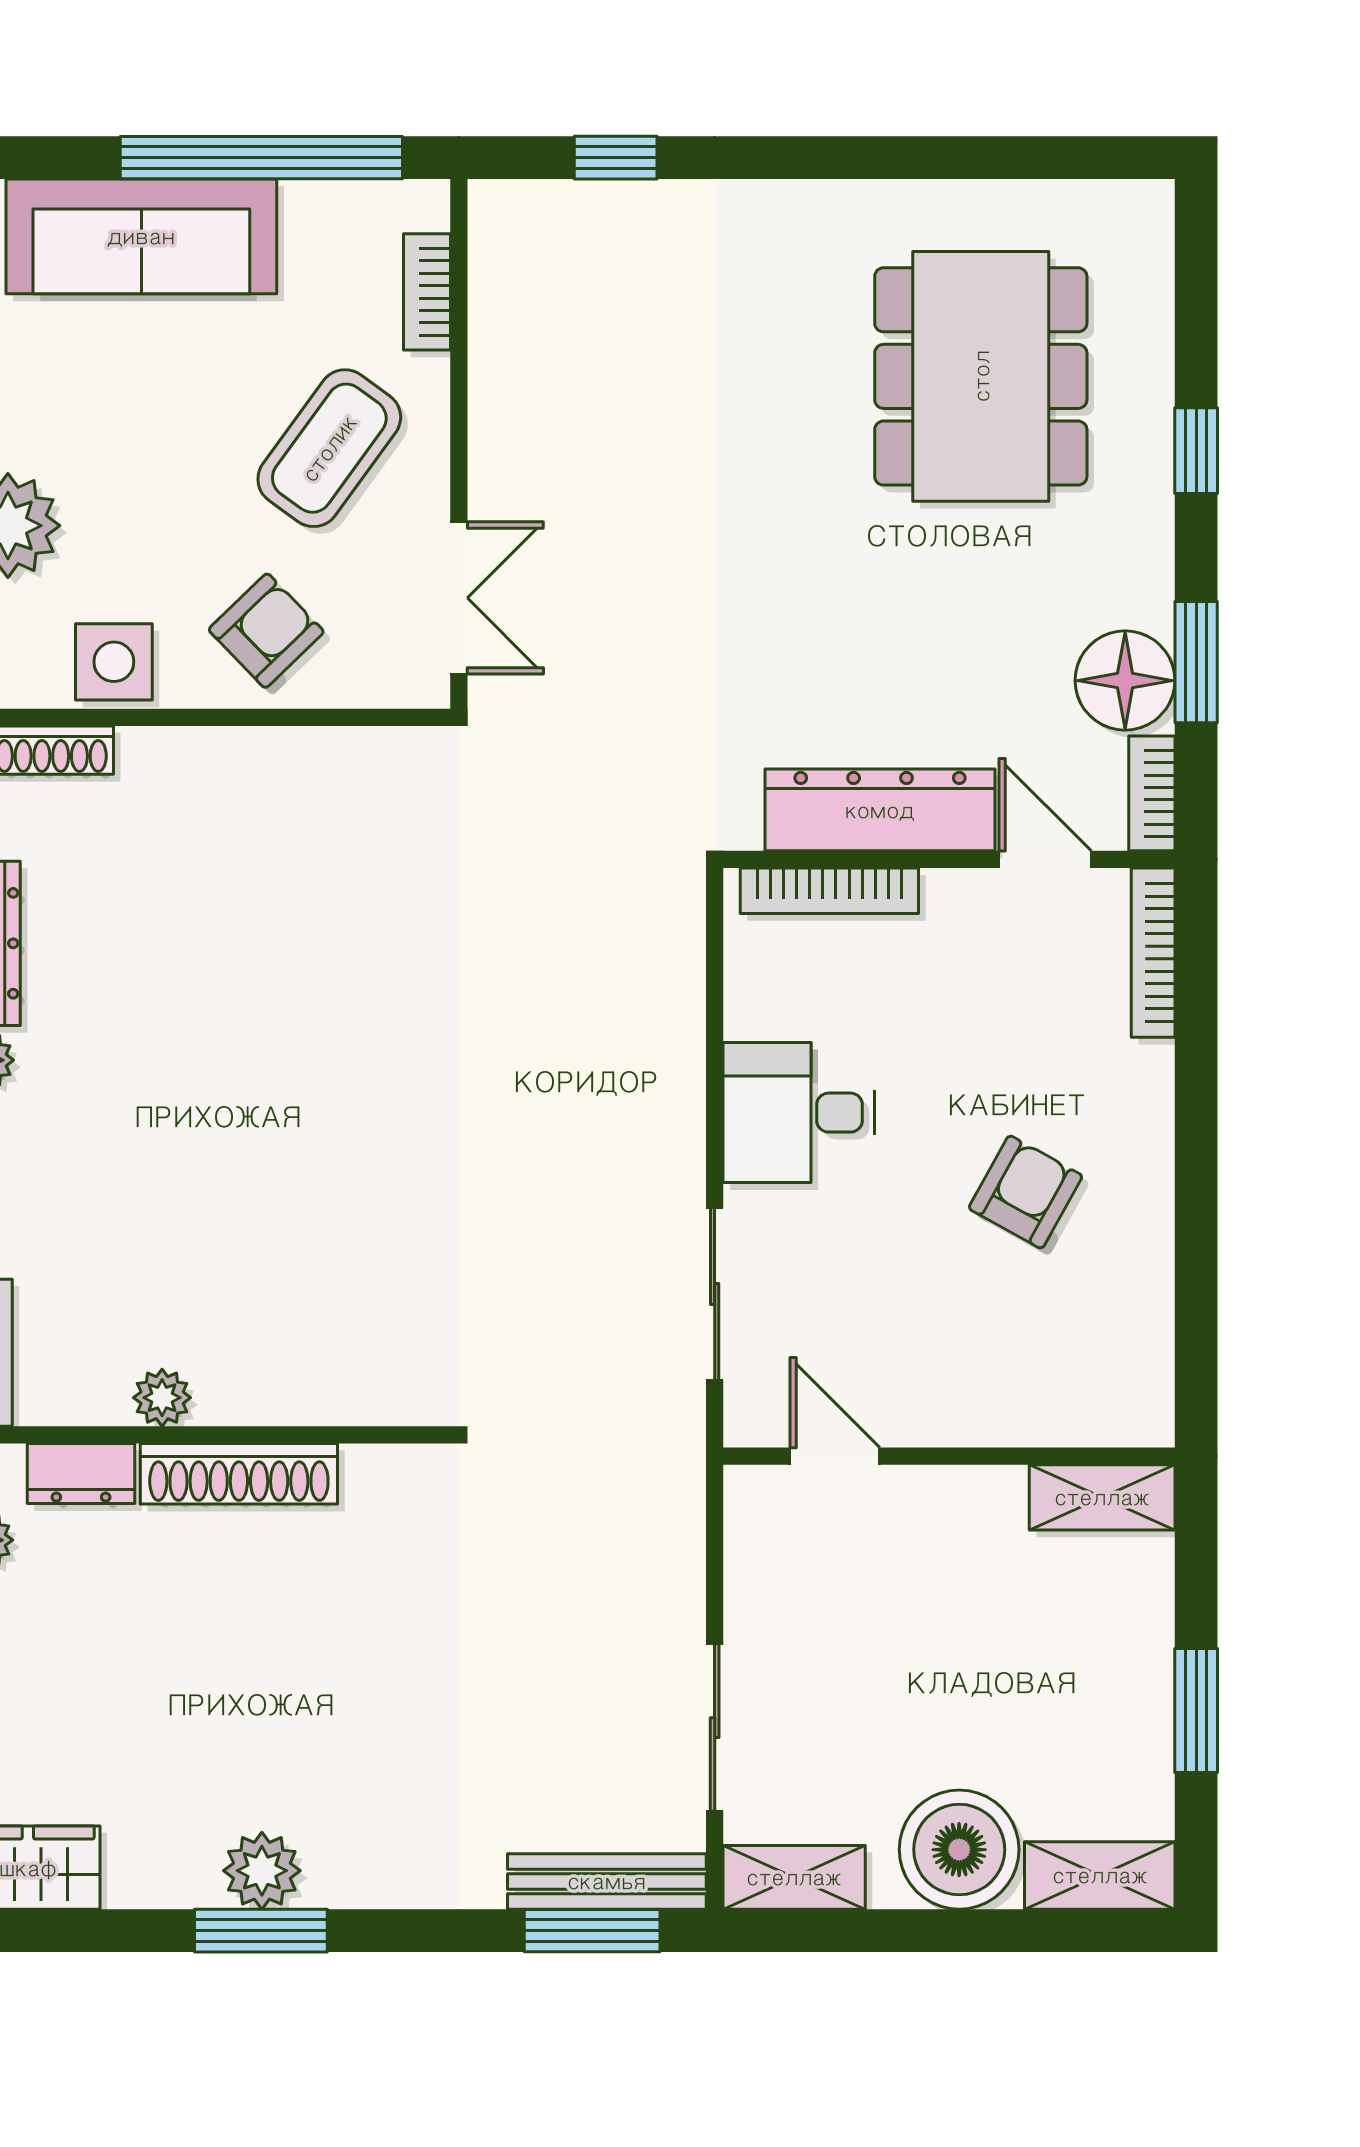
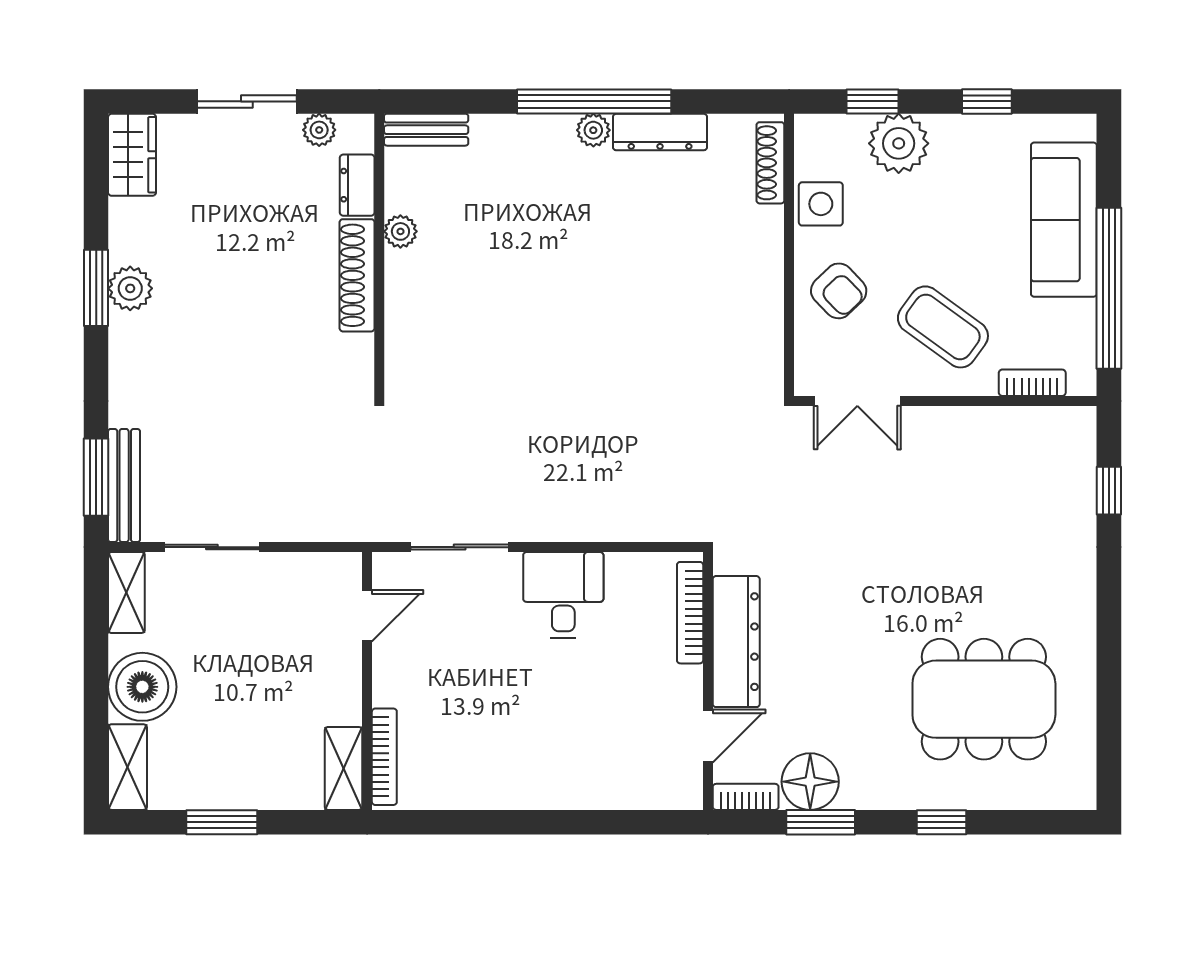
bookcase: (1153, 953) -> (384, 757), moved, turned 90
armchair: (1025, 1192) -> (518, 725), removed

